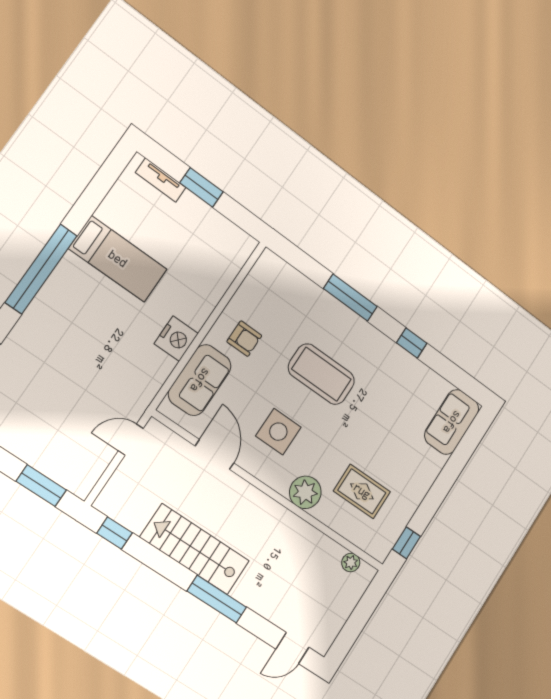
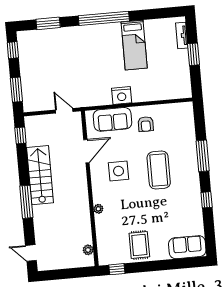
rug: (362, 491) -> (139, 245), moved
plant: (305, 492) -> (98, 209), width x0.53, depth x0.53

